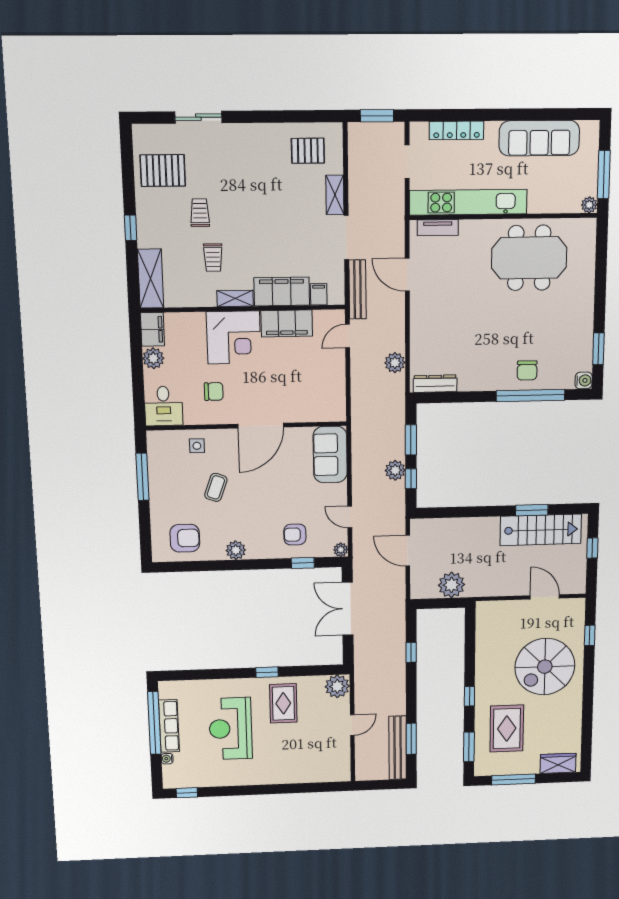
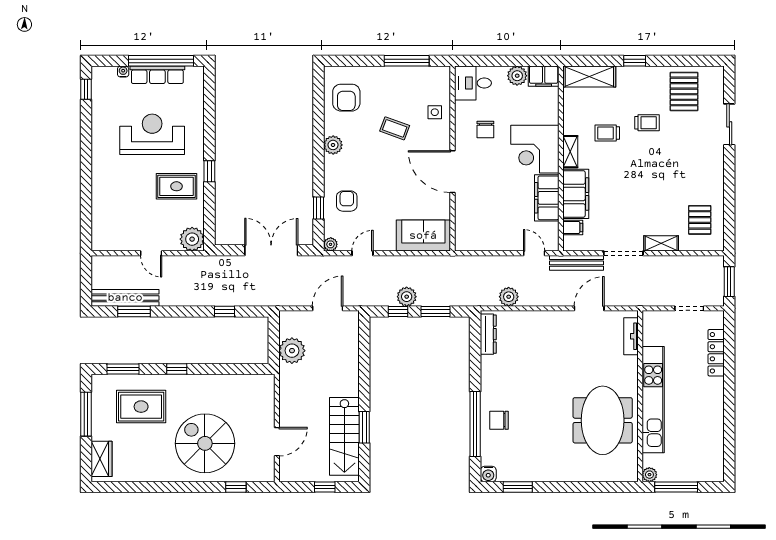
sofa: (539, 138) -> (709, 427), removed
kitchen unit: (468, 202) -> (653, 400), moved

